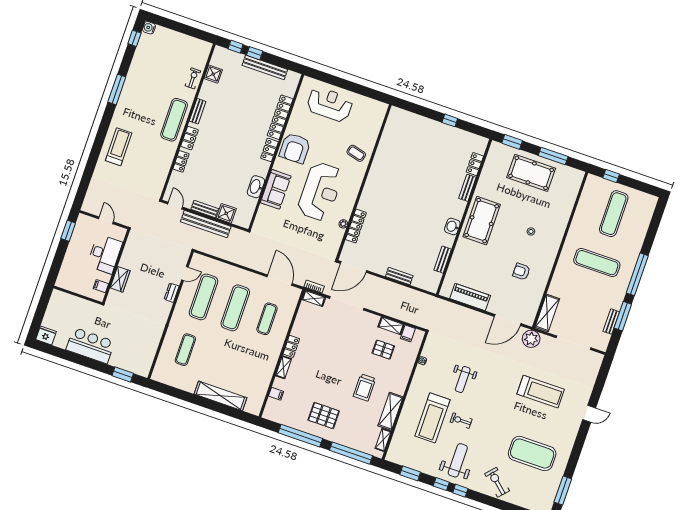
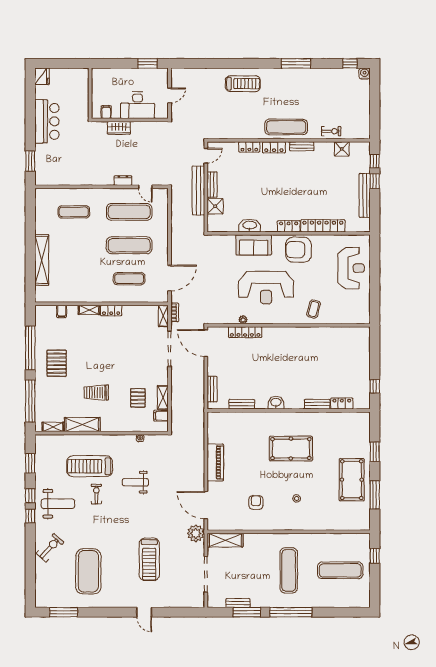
locker: (475, 164) -> (342, 403), moved
bench: (467, 188) -> (317, 404), moved
wall: (464, 217) -> (289, 410), moved
washbasin: (452, 226) -> (276, 403), moved
bench: (443, 260) -> (242, 404), moved

